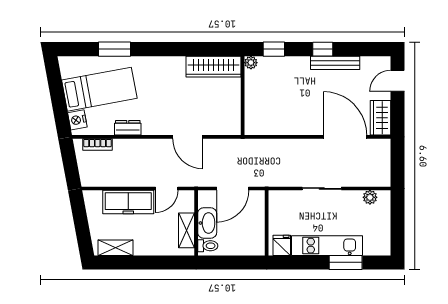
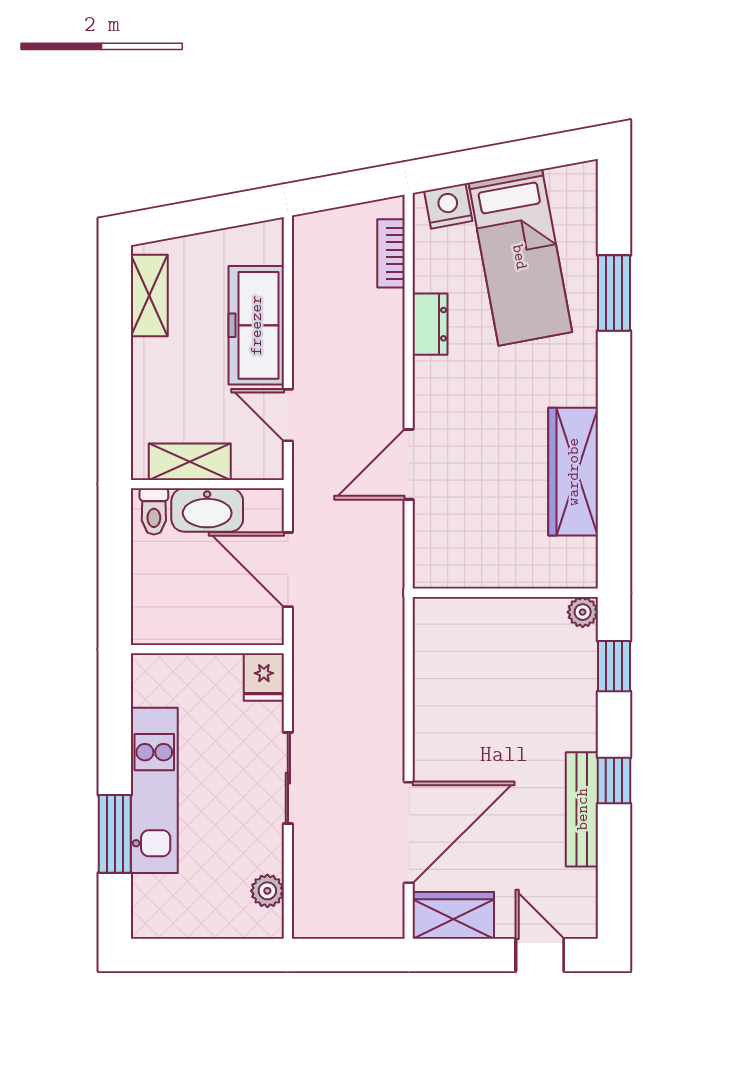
wardrobe: (214, 67) -> (573, 472), moved
fridge: (282, 245) -> (264, 677), moved, turned 90

